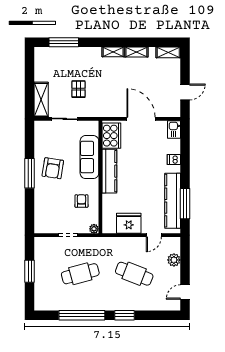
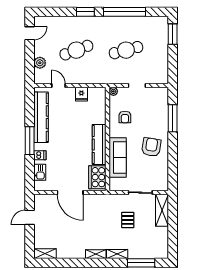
shelving: (136, 52) -> (117, 254), moved
kitchen sink: (174, 129) -> (40, 172), moved
window: (30, 173) -> (173, 118), moved
window: (185, 204) -> (30, 141), moved
fridge: (129, 223) -> (81, 94), width x0.53, depth x0.75
door: (154, 235) -> (58, 86), hinge flipped
window: (30, 271) -> (173, 34), moved
cafe table: (134, 274) -> (76, 50), turned -42

